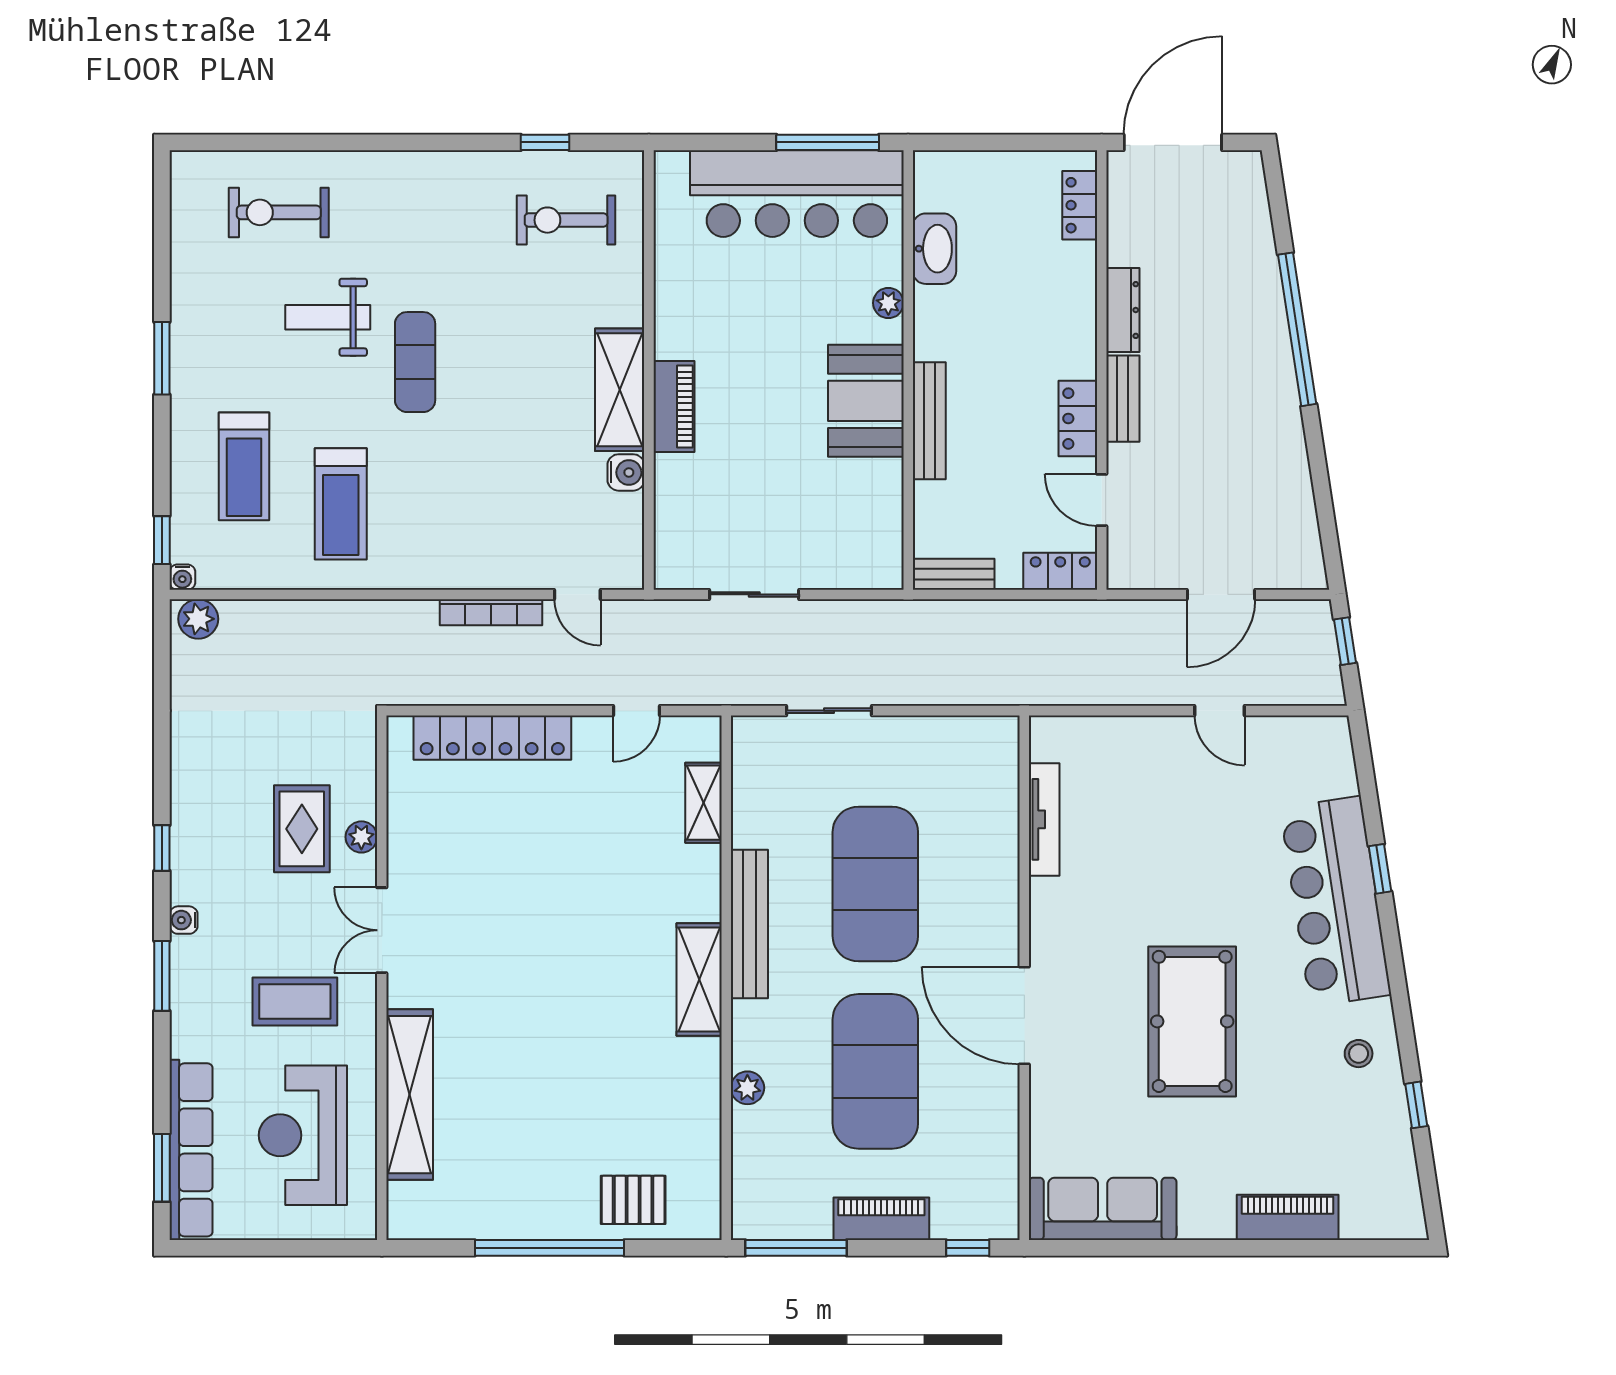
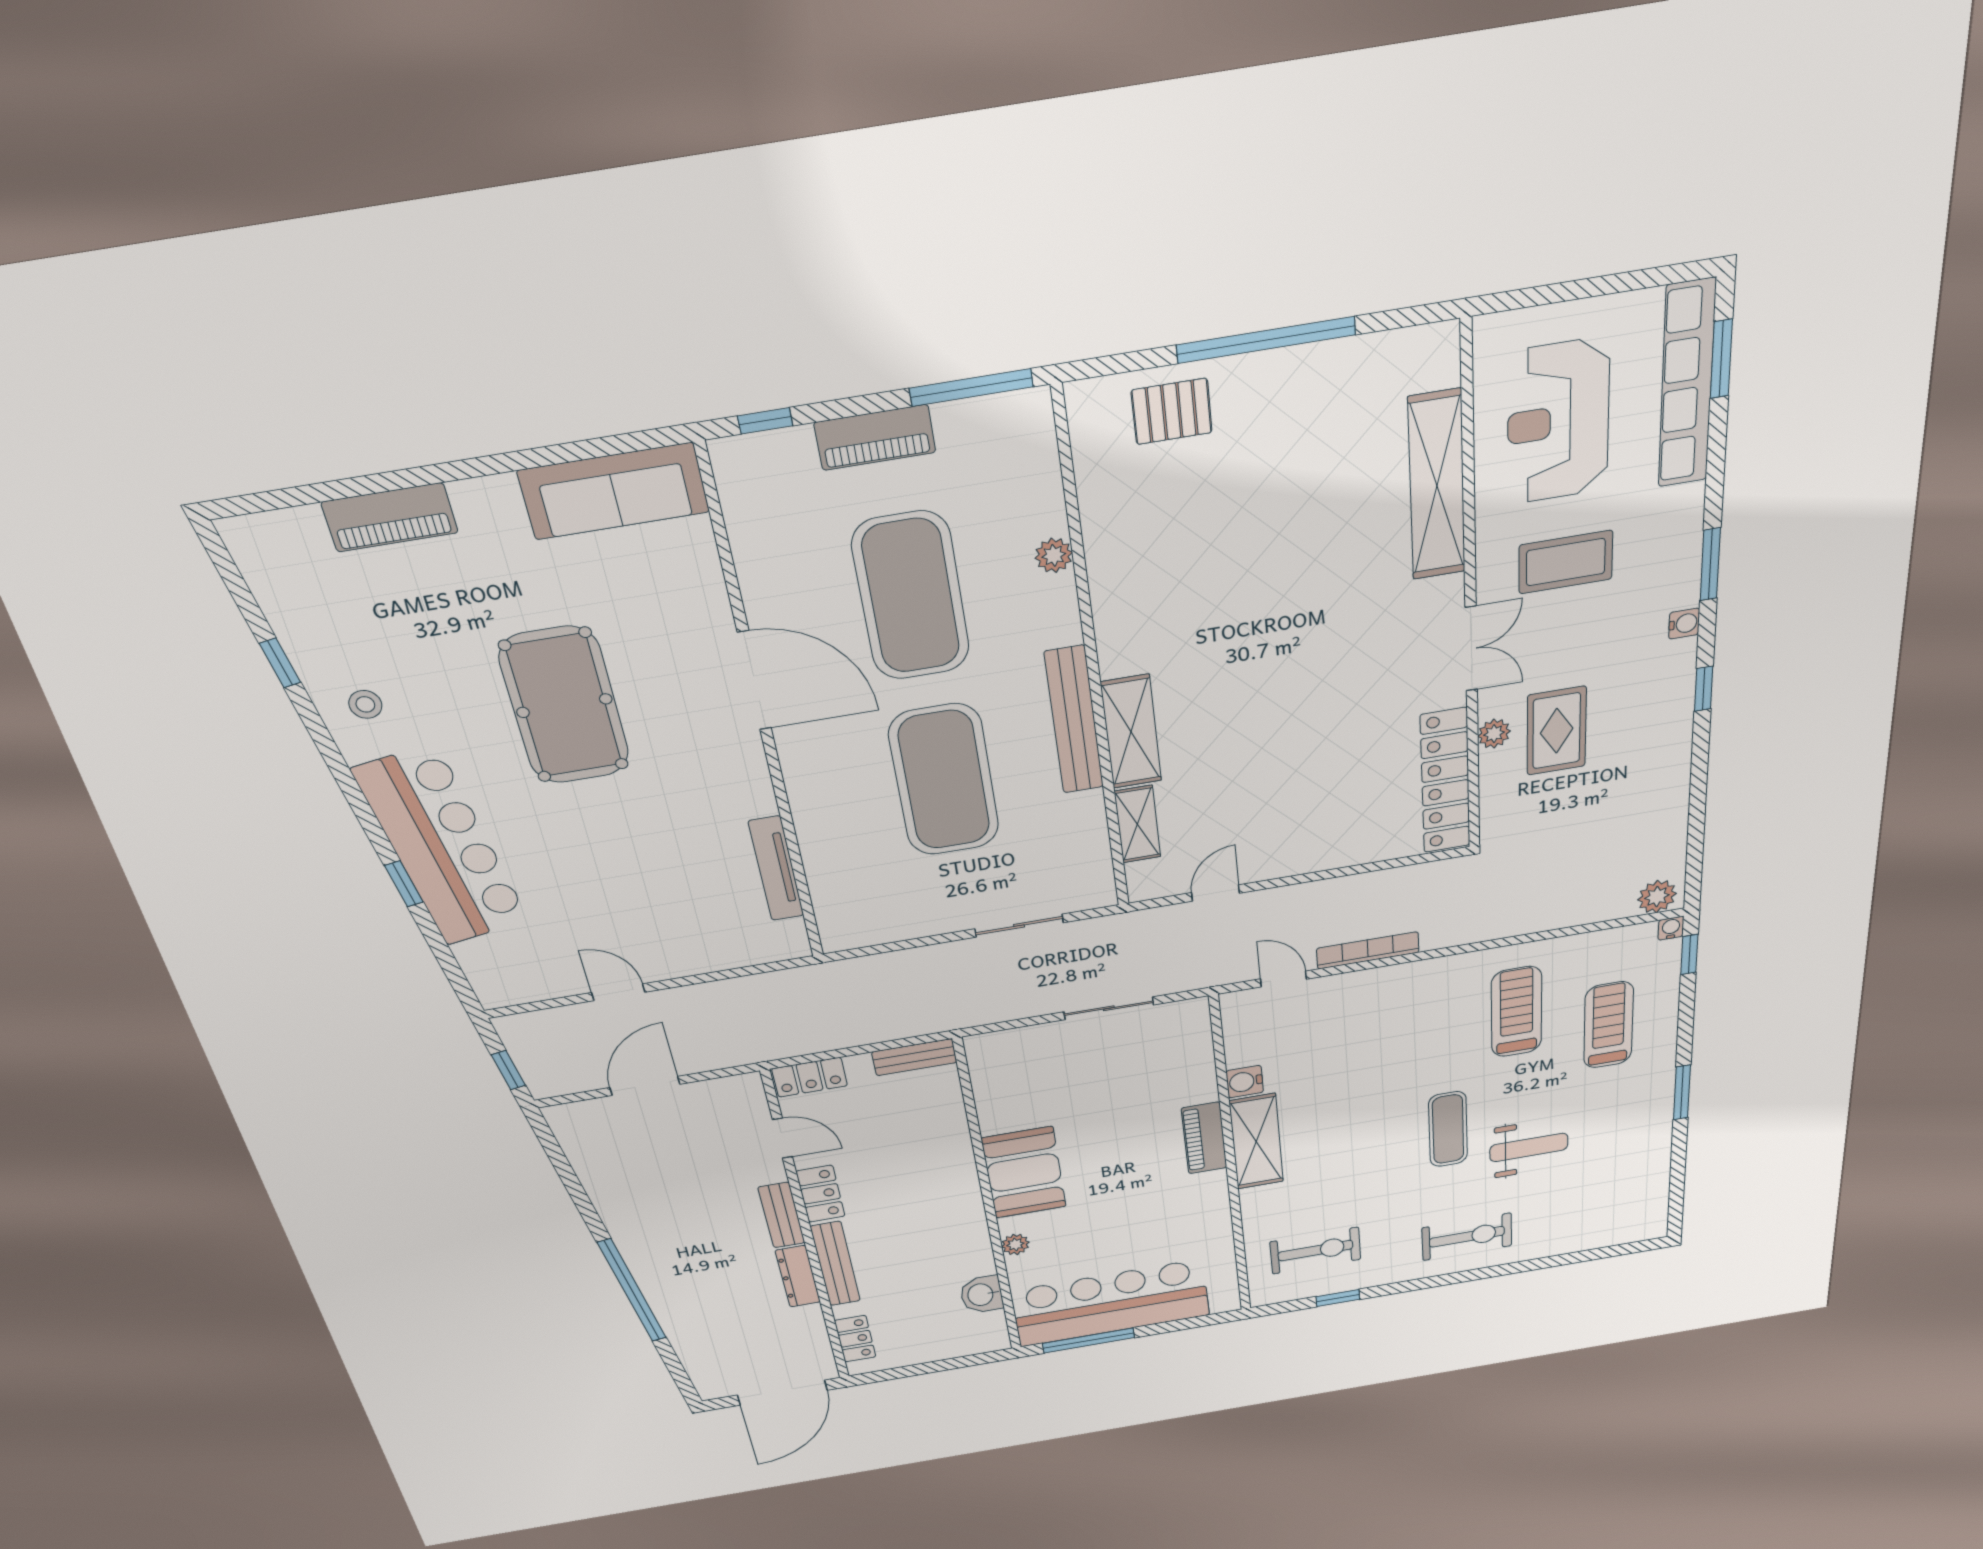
exercise bike: (279, 212) -> (1467, 1237), moved
washbasin: (934, 249) -> (982, 1295), width x0.72
bench: (929, 421) -> (835, 1264), moved
locker: (492, 738) -> (1445, 781), moved, turned -90
shelving: (699, 979) -> (1131, 732), moved
reception desk: (303, 1135) -> (1558, 422), turned 180

